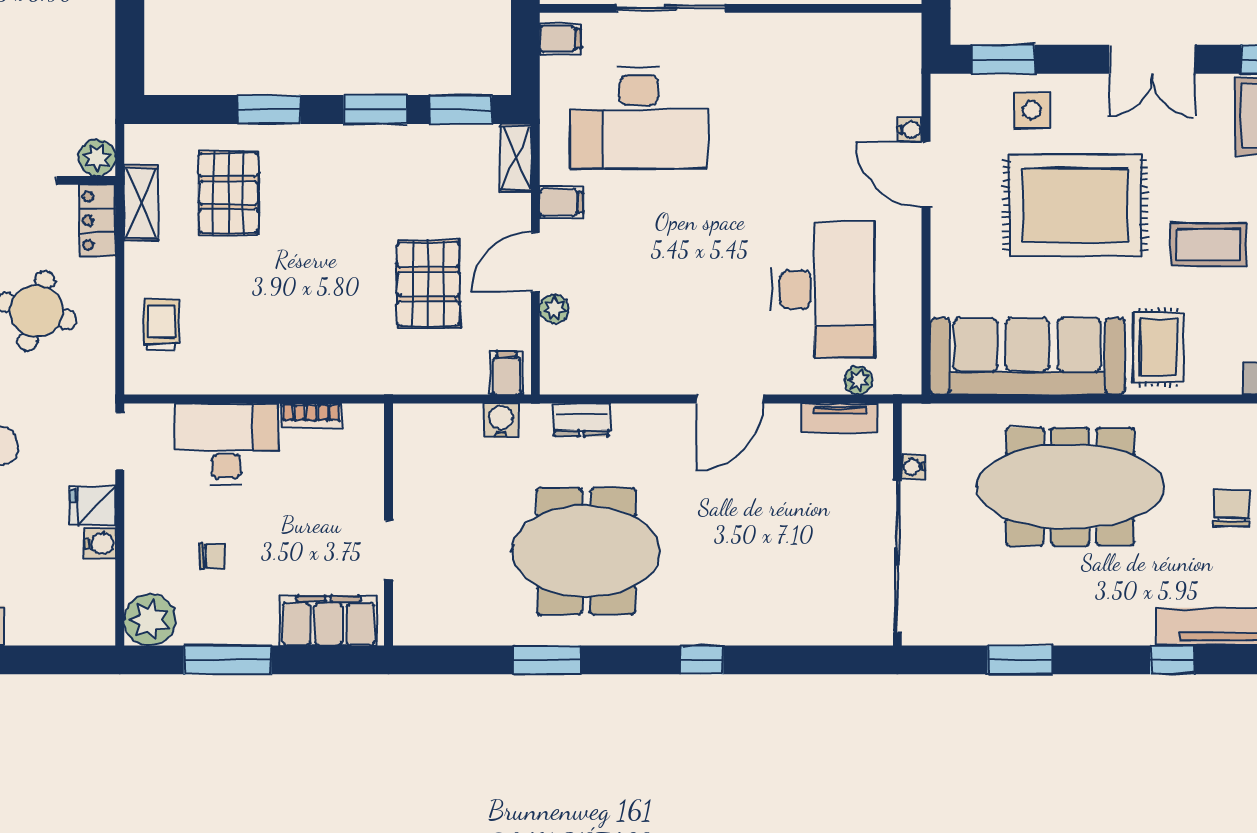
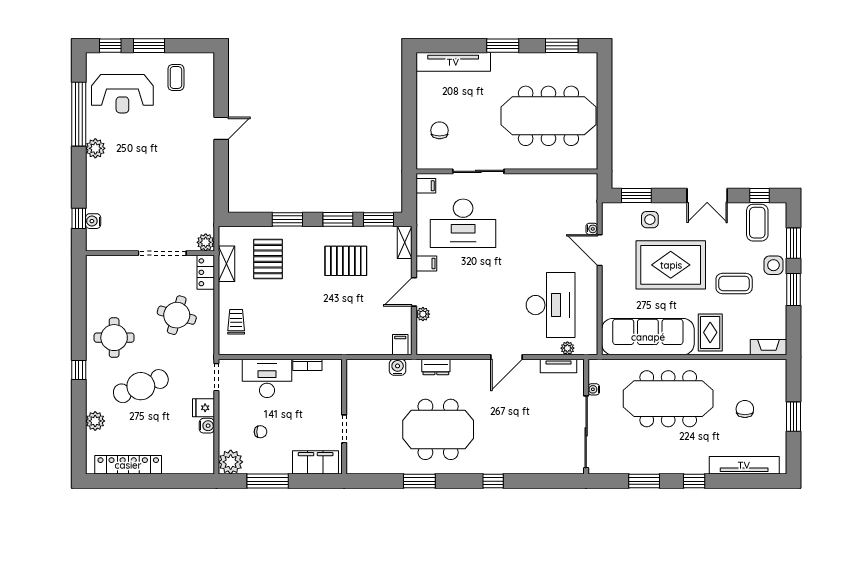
pallet: (428, 284) -> (346, 261), moved, turned 90
window: (1172, 660) -> (694, 481), moved

